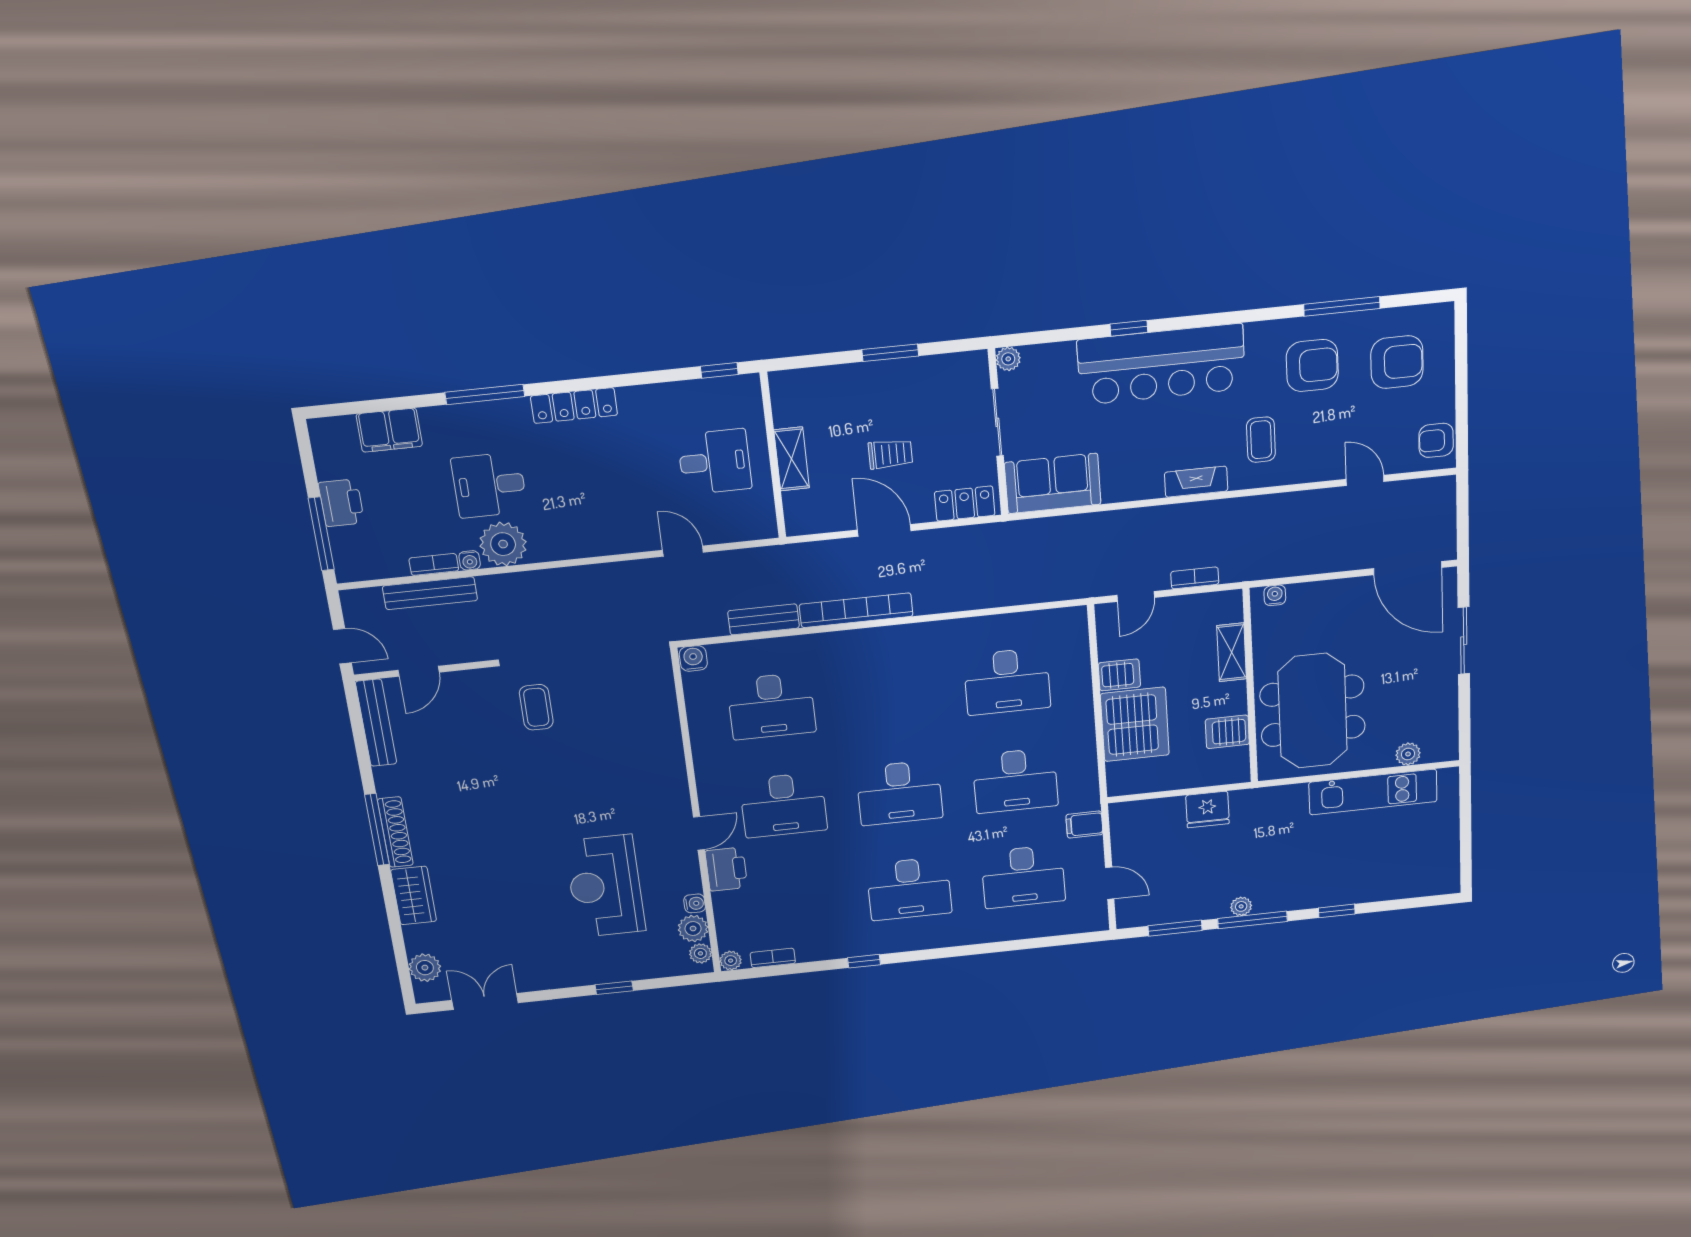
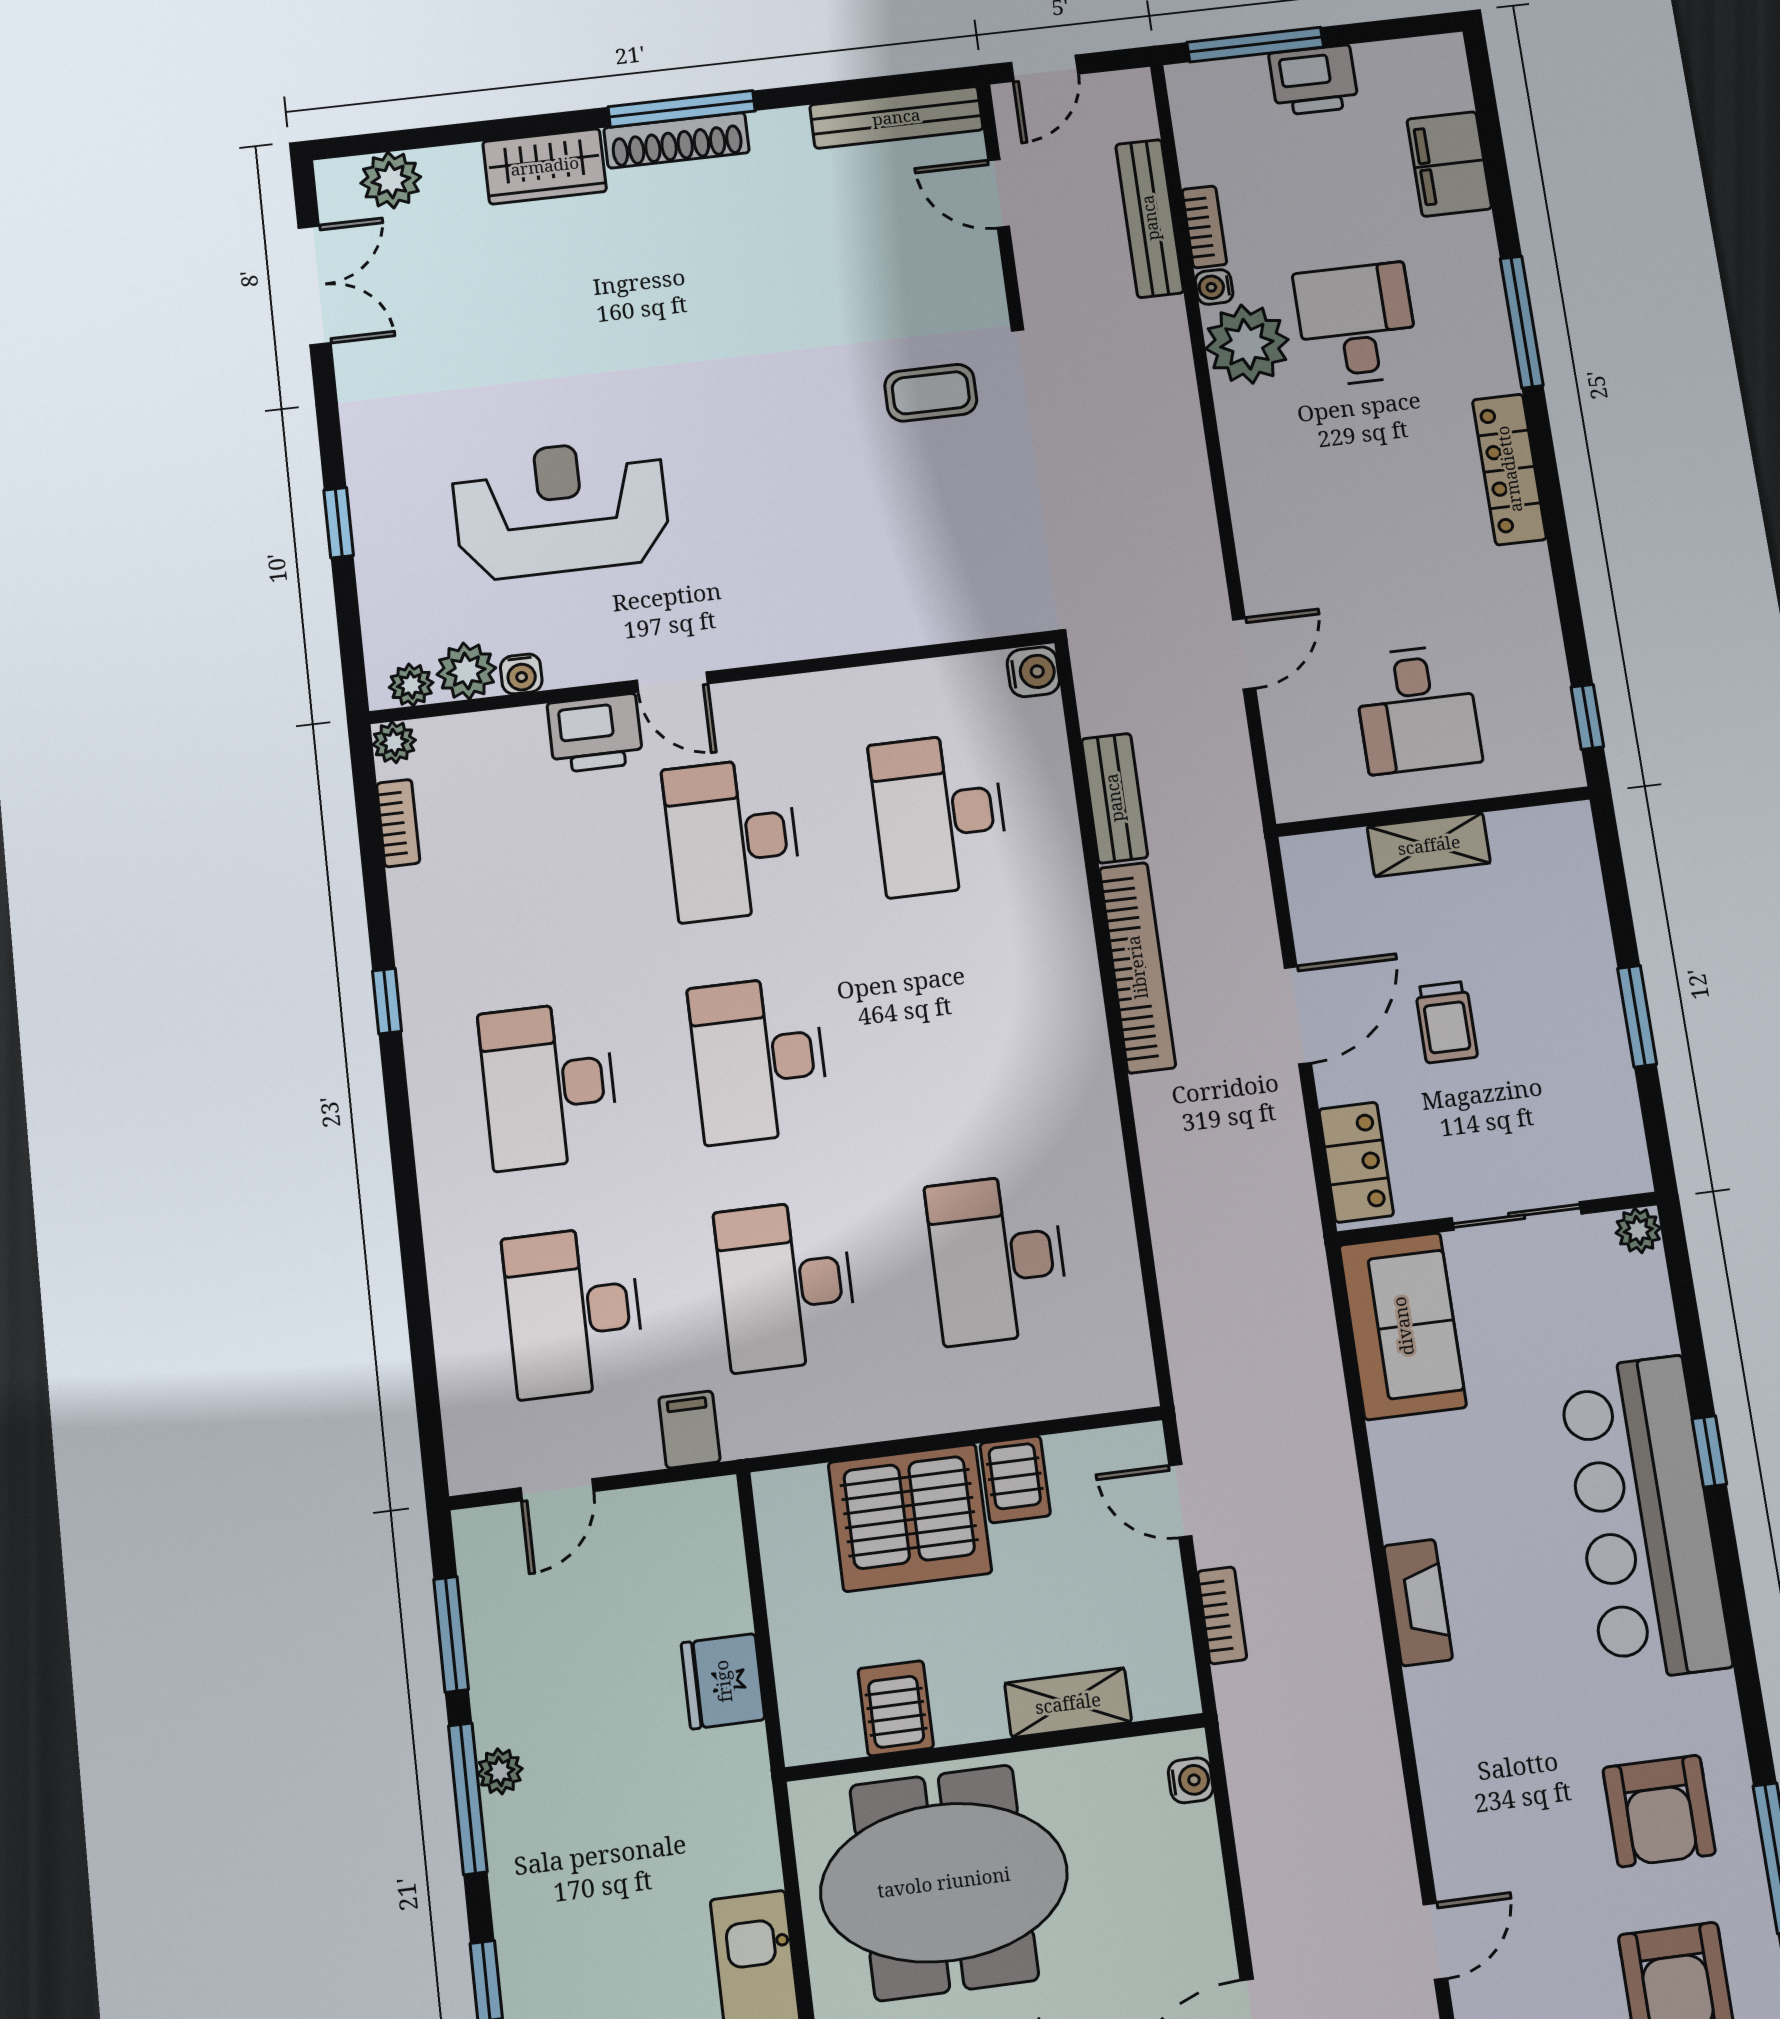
coffee table: (1261, 440) -> (1508, 1723), removed

